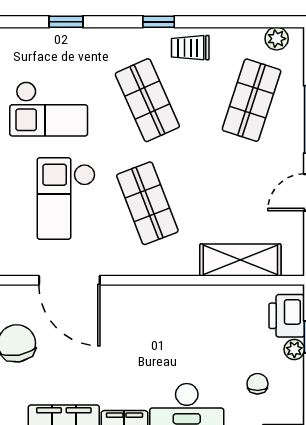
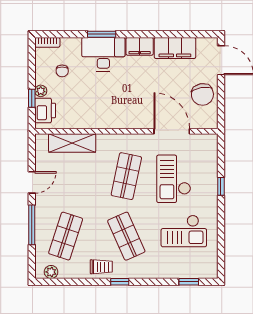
window: (66, 22) -> (189, 282), moved
checkout: (49, 109) -> (184, 231), turned 180
checkout: (66, 199) -> (174, 179), turned 180
shop shelf: (147, 203) -> (126, 176), turned 33

